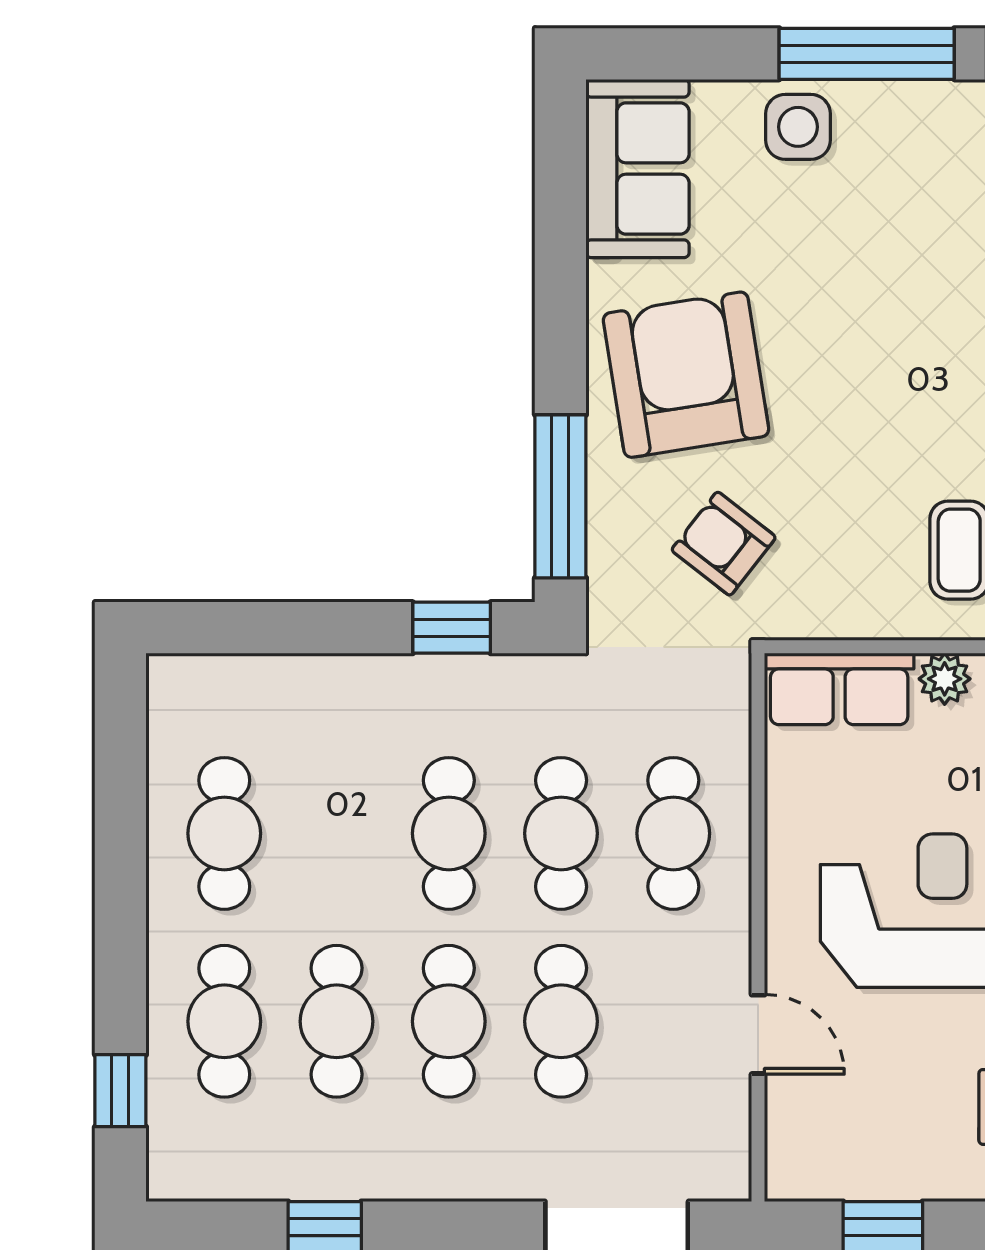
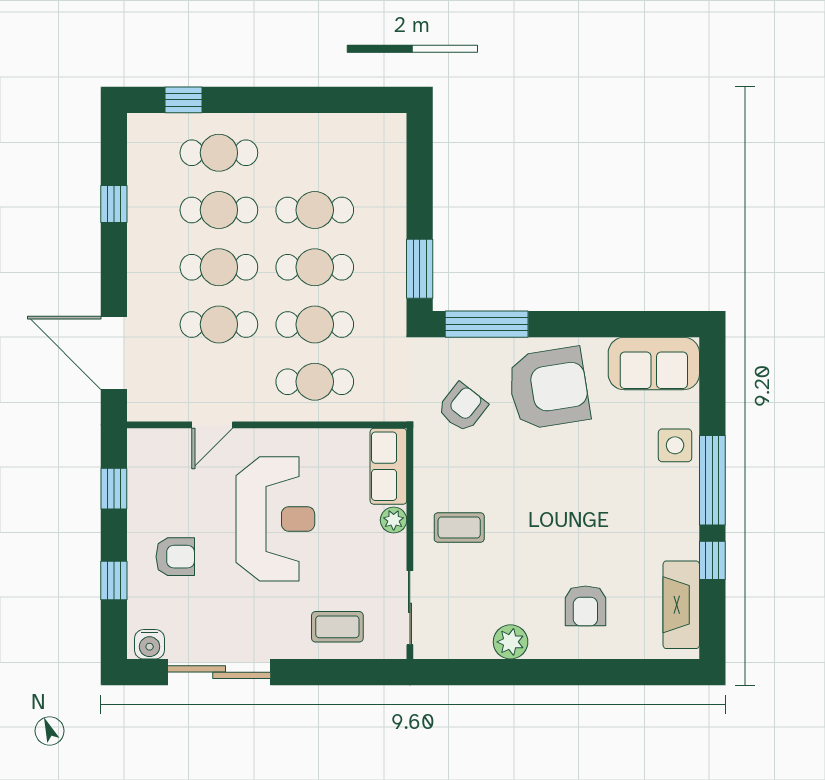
window: (452, 628) -> (420, 269), width x1.50
cafe table: (224, 833) -> (315, 210), moved

